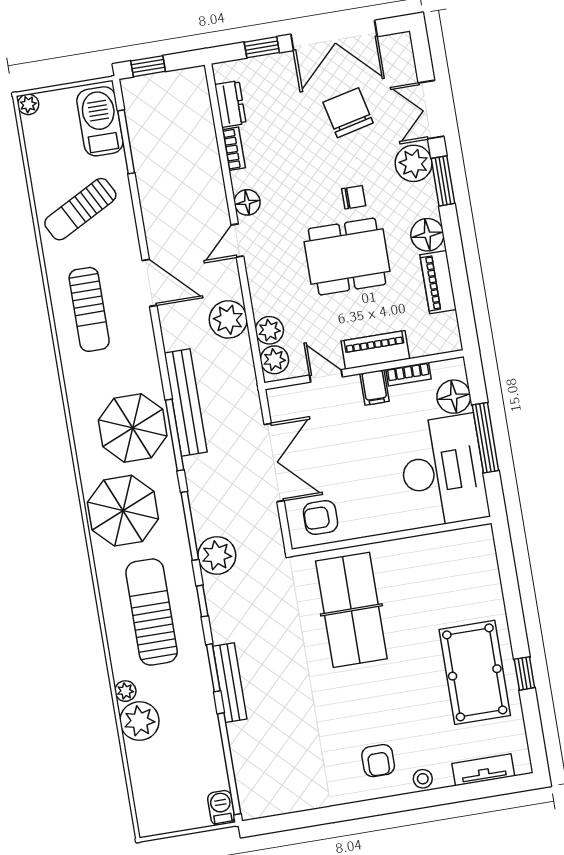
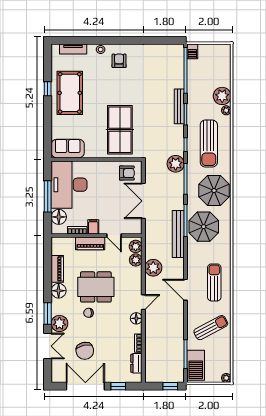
sofa: (459, 550) -> (68, 149), added

